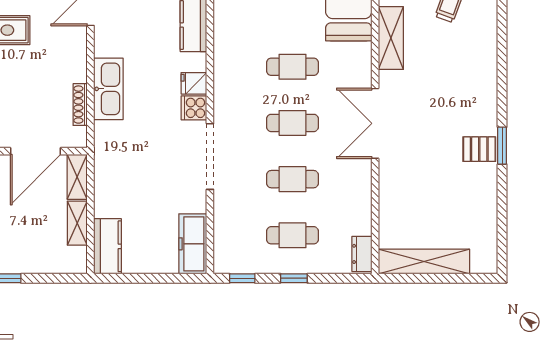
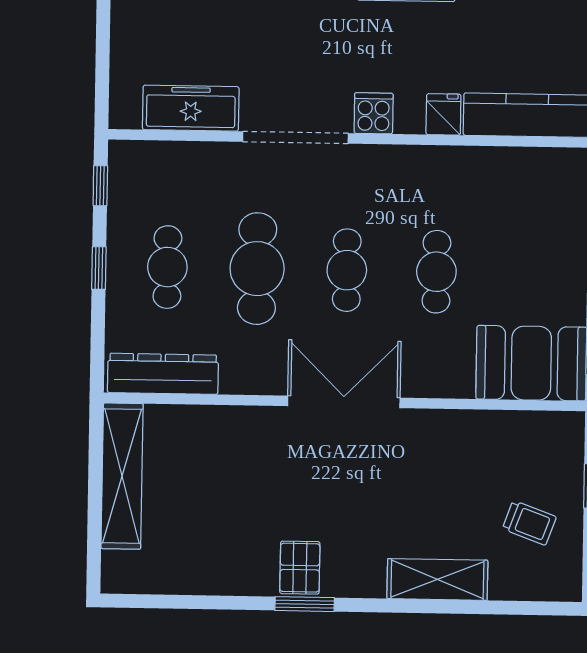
shelving: (391, 38) -> (437, 579), moved
fridge: (194, 83) -> (443, 114), moved
cafe table: (292, 179) -> (257, 269), width x1.37, depth x1.35
freezer: (193, 244) -> (191, 108), moved
dresser: (362, 254) -> (163, 374), width x1.96, depth x1.24

